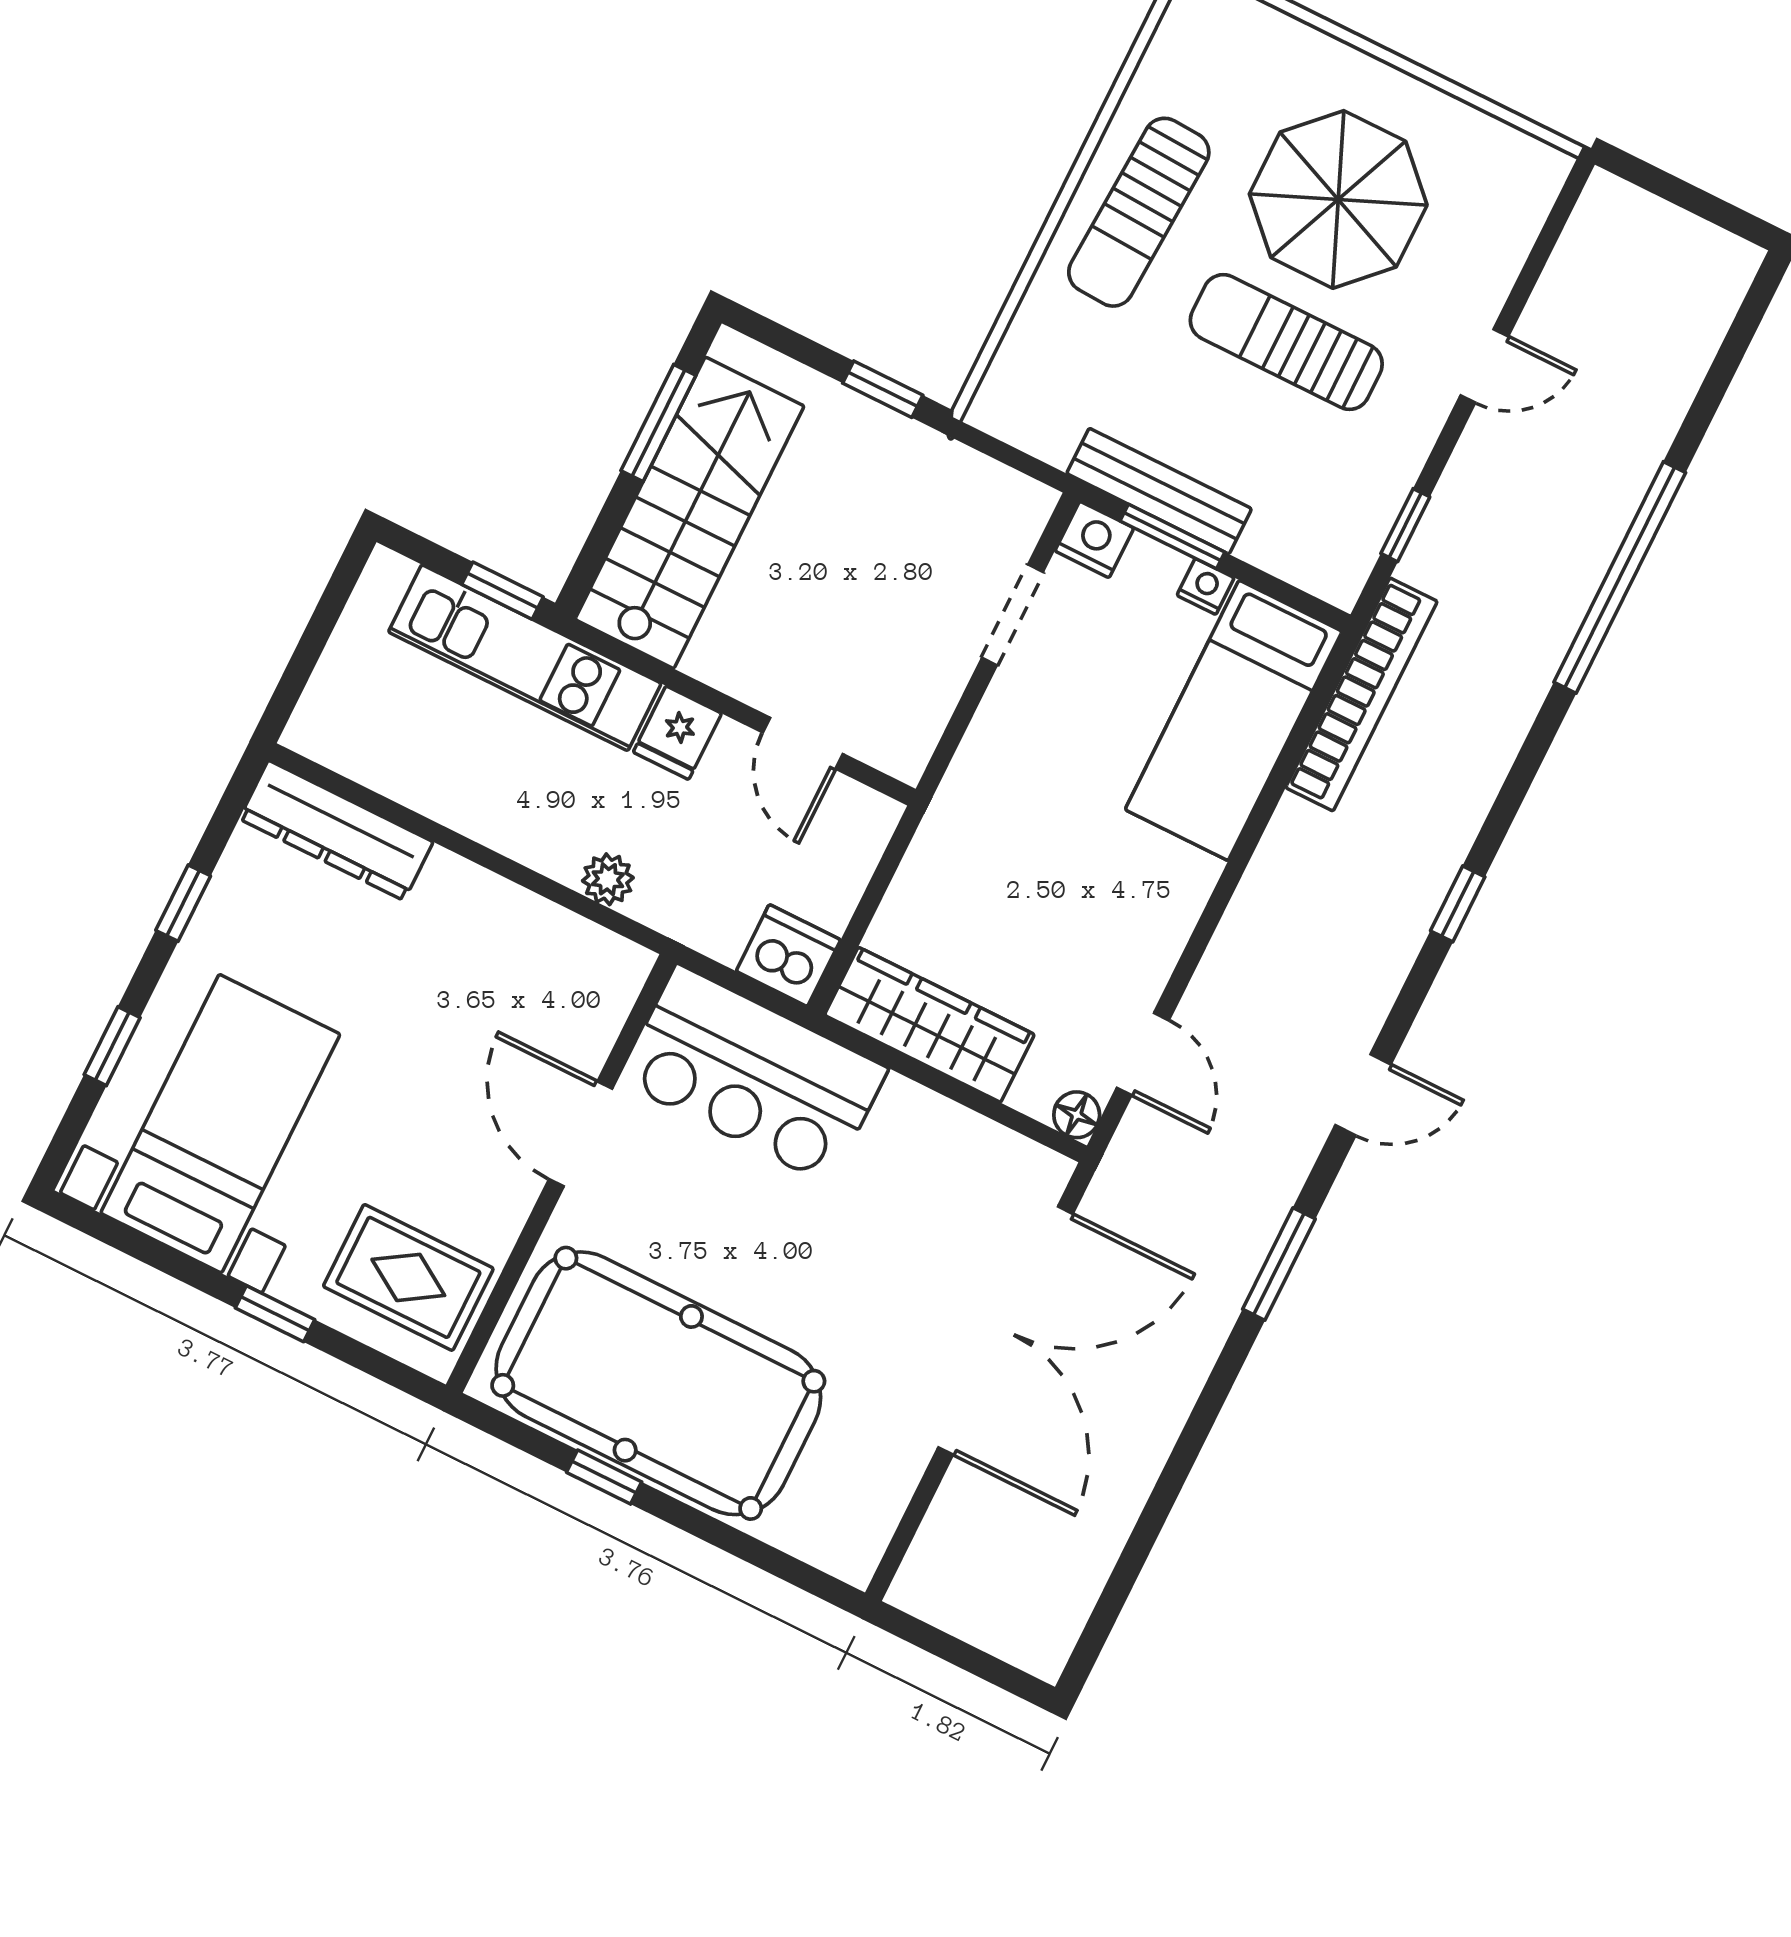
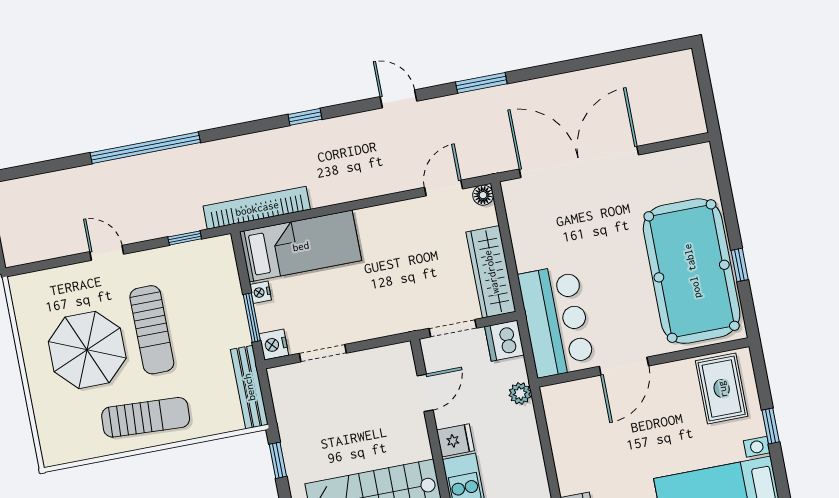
bench: (1159, 491) -> (249, 387), moved
plant: (608, 879) -> (520, 393), moved
doorway: (881, 880) -> (453, 328), added

